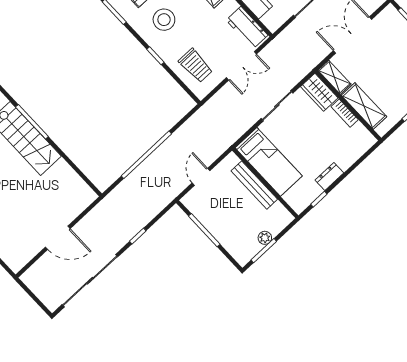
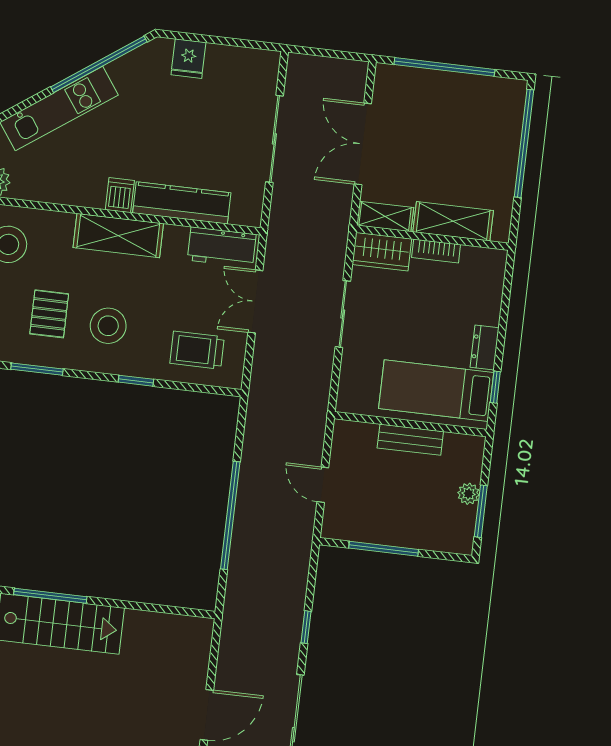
trolley: (196, 66) -> (197, 350), turned 180
double door: (241, 66) -> (255, 301), swing flipped
bed: (269, 162) -> (436, 391), moved, turned 180
bench: (254, 185) -> (410, 440), width x0.73

